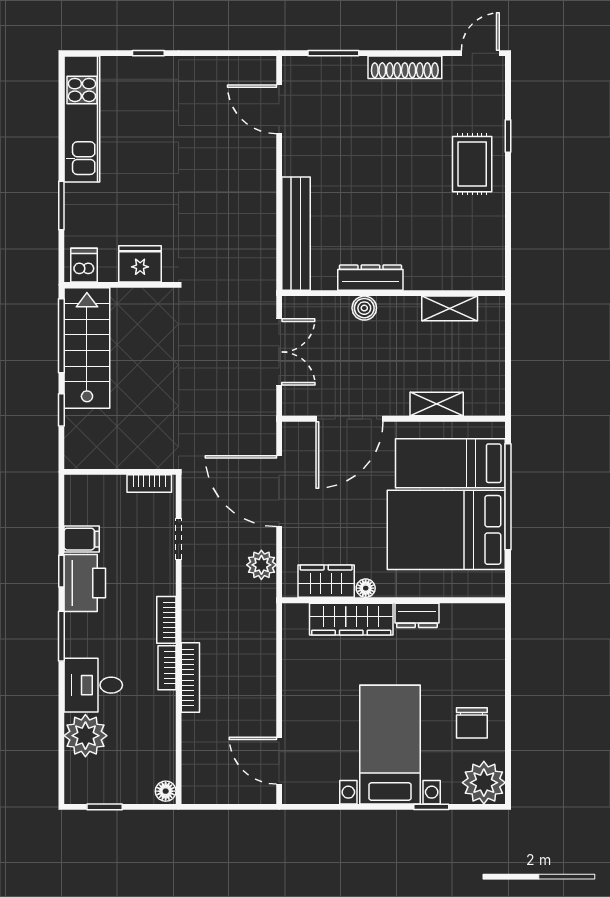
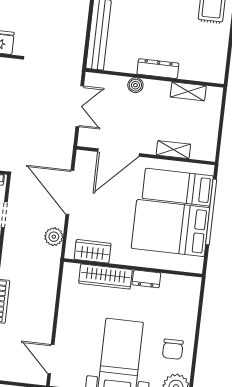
dresser: (370, 278) -> (158, 69), moved
floor lamp: (366, 588) -> (117, 258), removed

